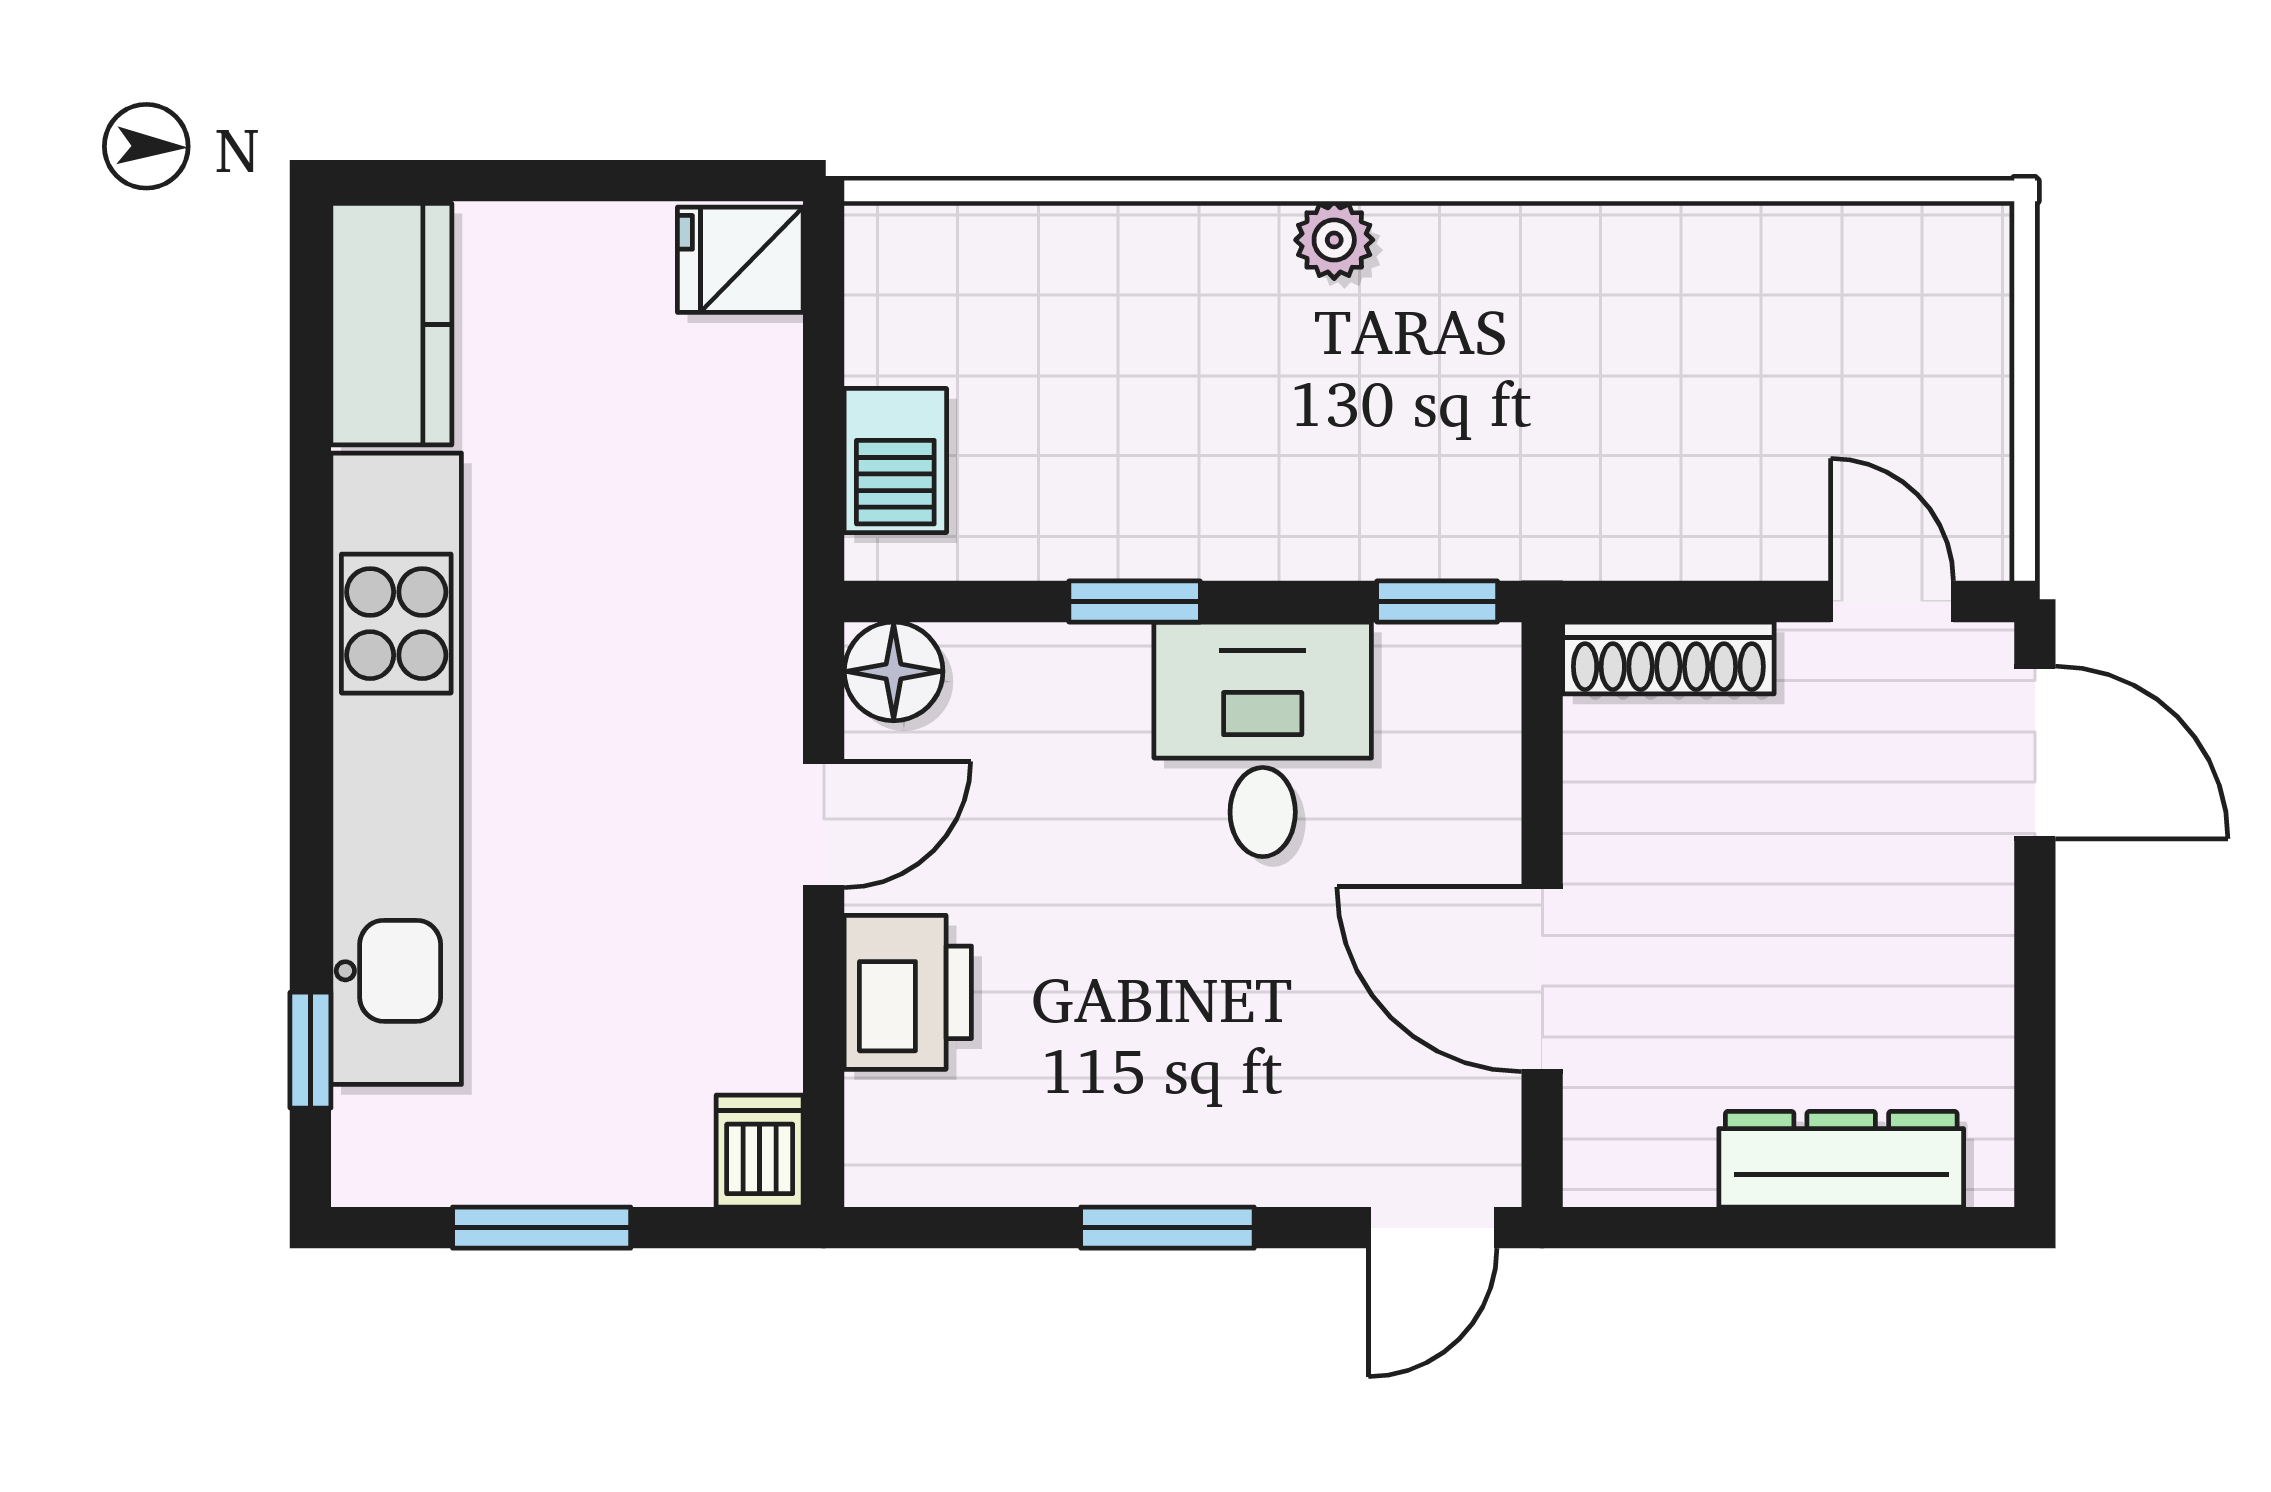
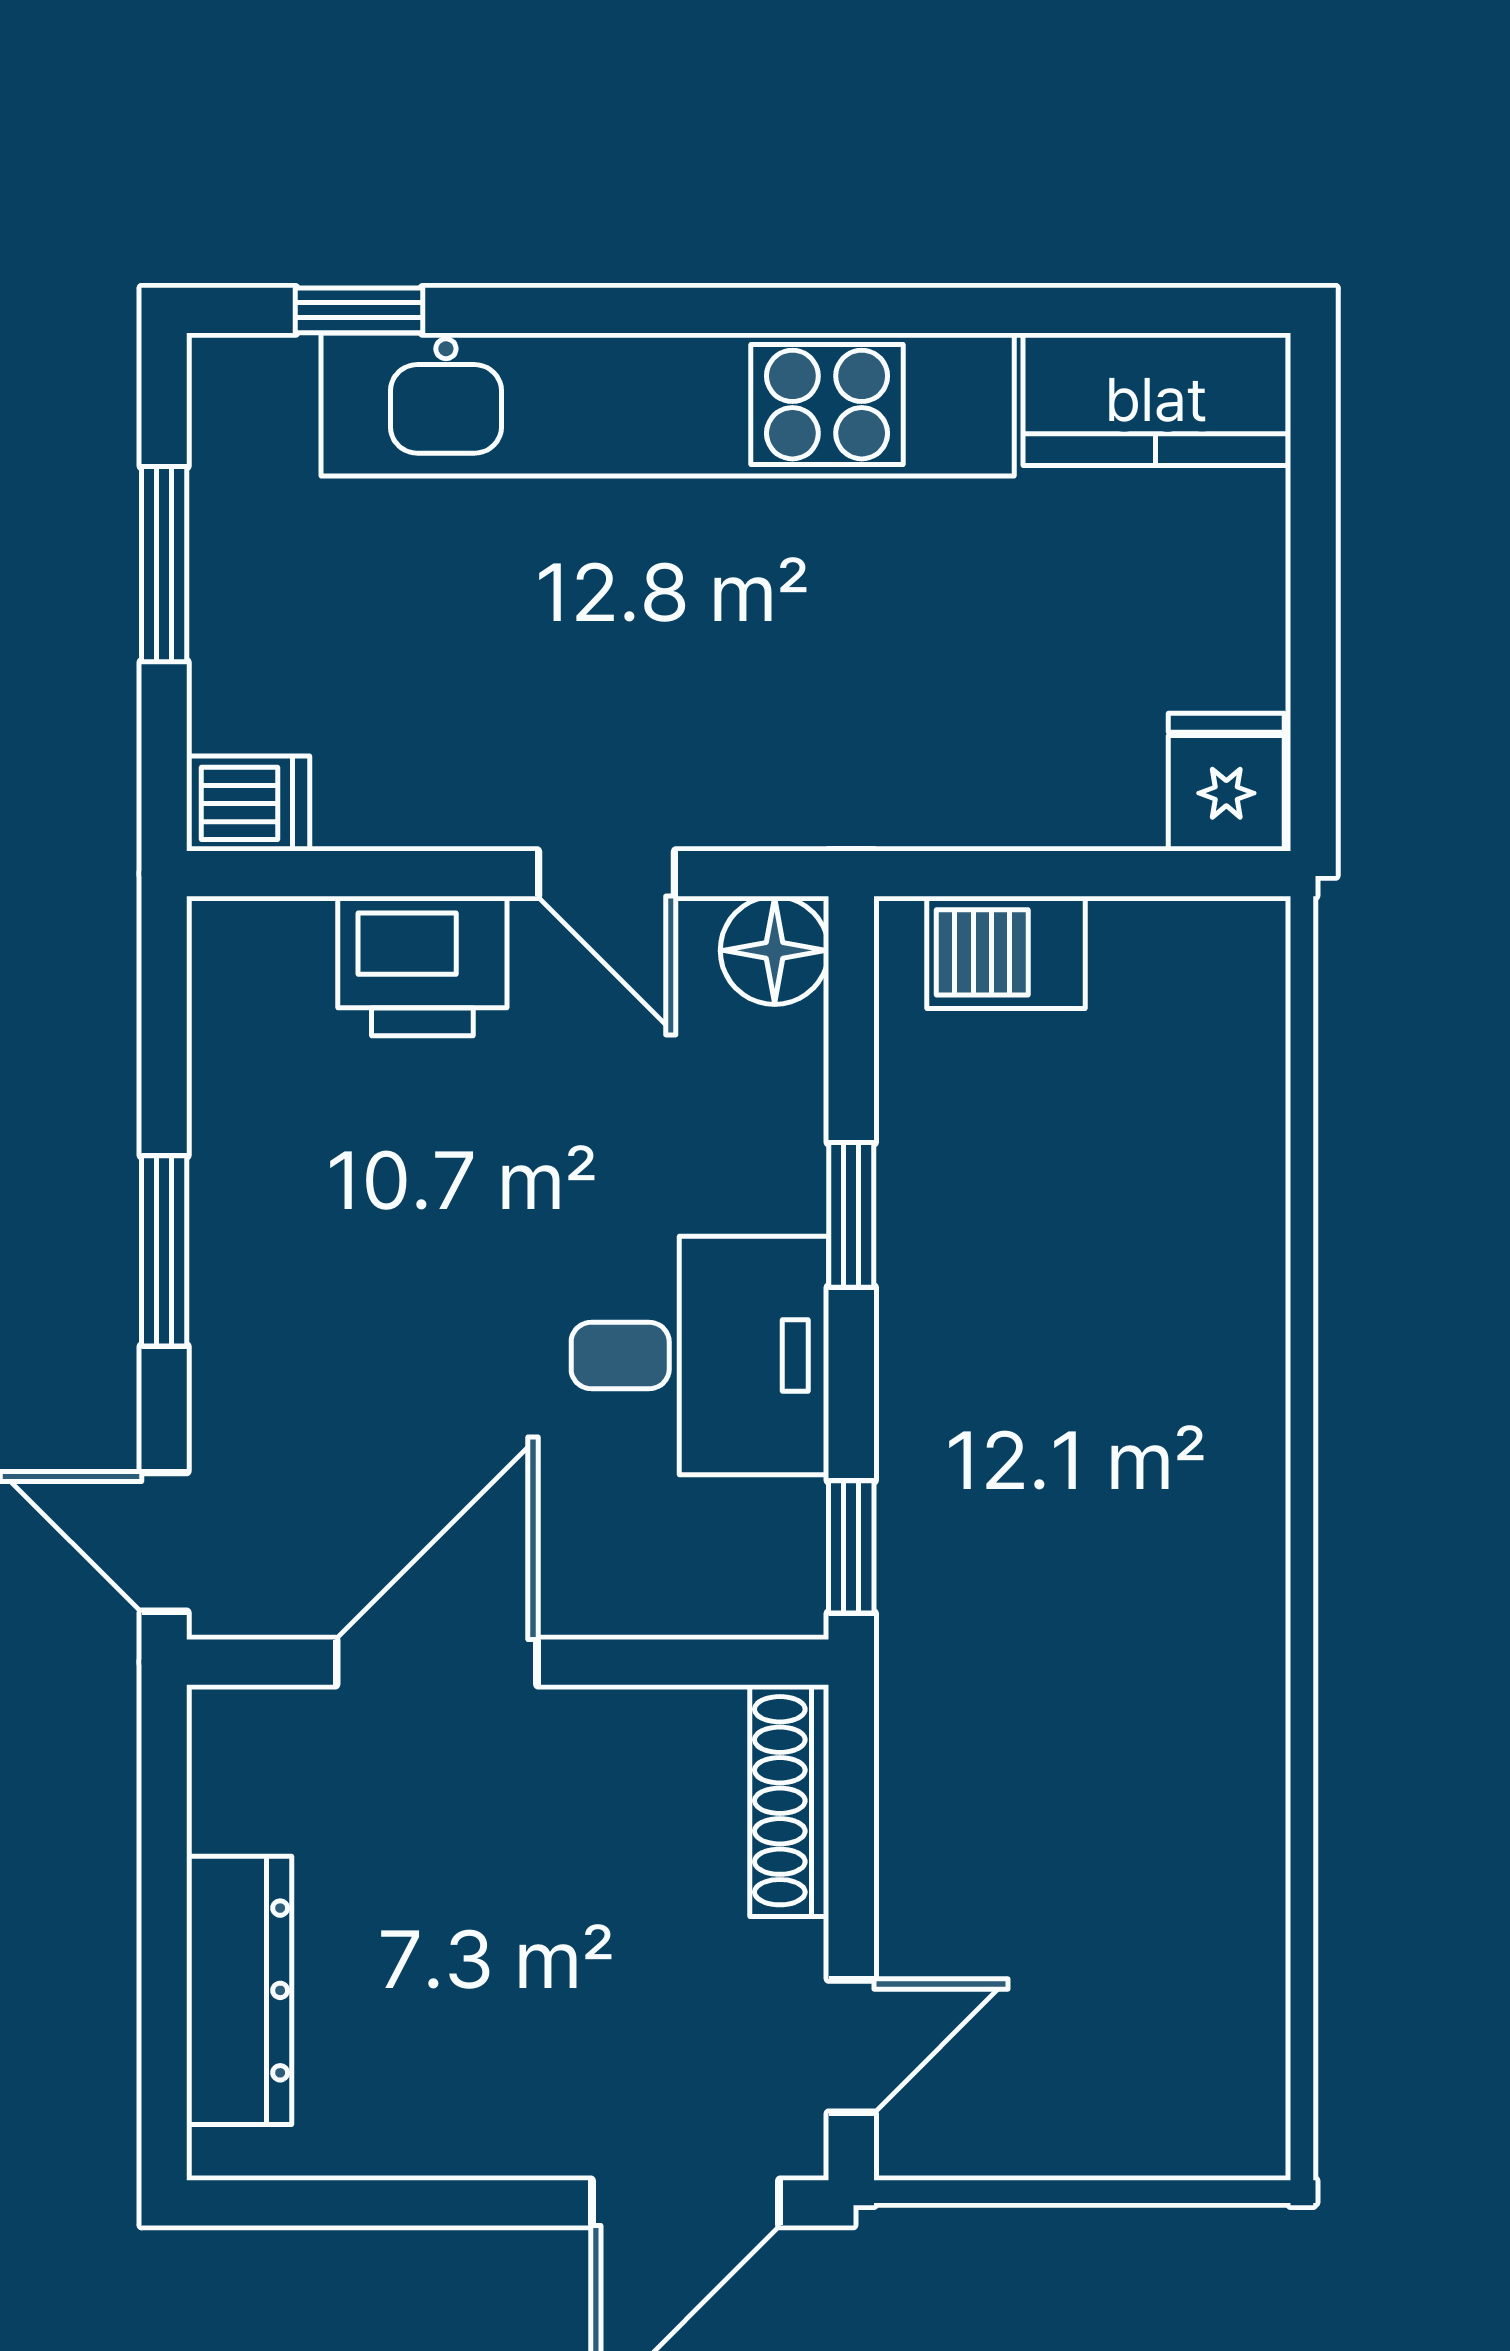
plant: (1334, 240) -> (1248, 1434), removed

